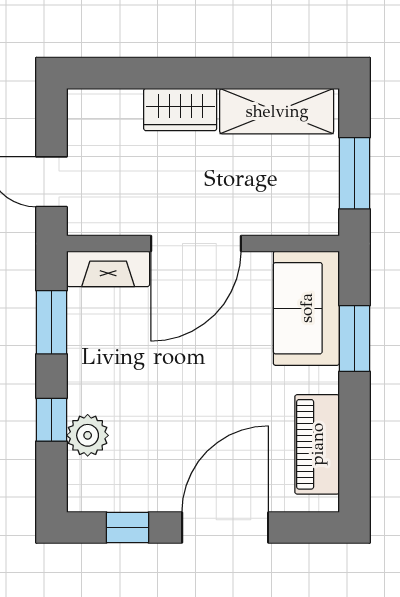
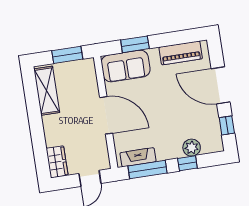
wardrobe: (180, 109) -> (57, 162), moved
fireplace: (108, 269) -> (138, 157), moved, turned -90
window: (52, 322) -> (148, 169), width x1.44

